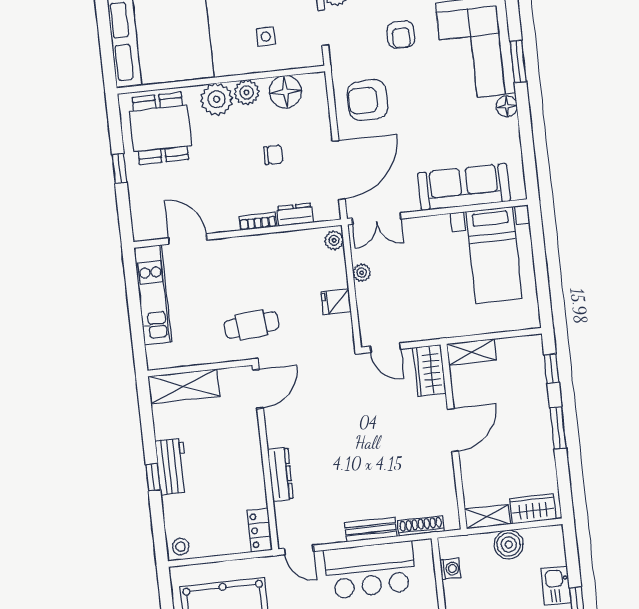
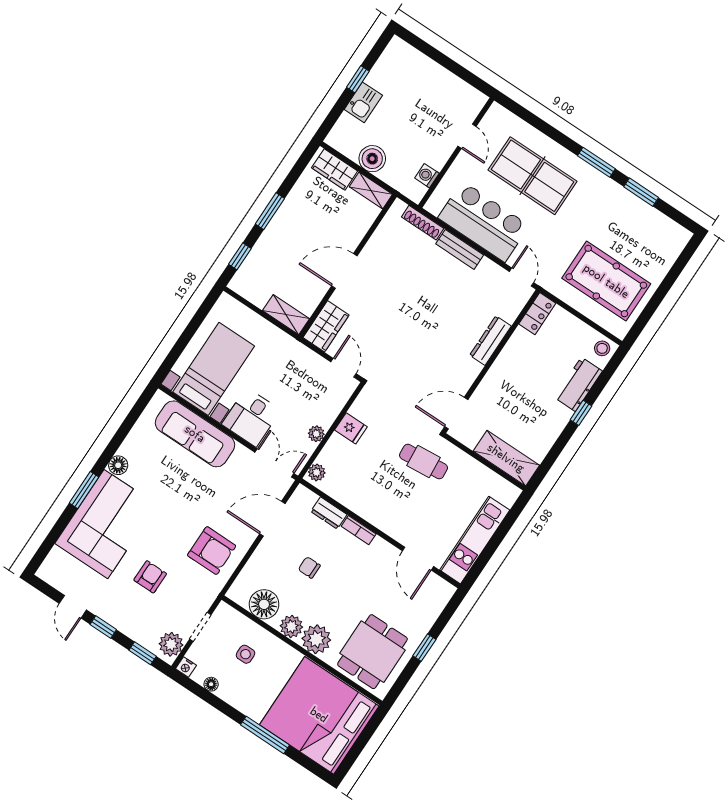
door: (339, 170) -> (272, 519), width x0.73
desk: (428, 241) -> (251, 417), added
workbench: (172, 467) -> (578, 384), moved

